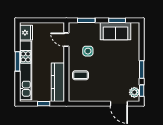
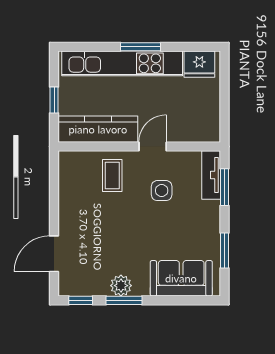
tv unit: (80, 27) -> (211, 175), added
sofa: (116, 31) -> (181, 278), moved, turned 90
door: (66, 40) -> (153, 146), moved
plant: (134, 92) -> (121, 286), moved

